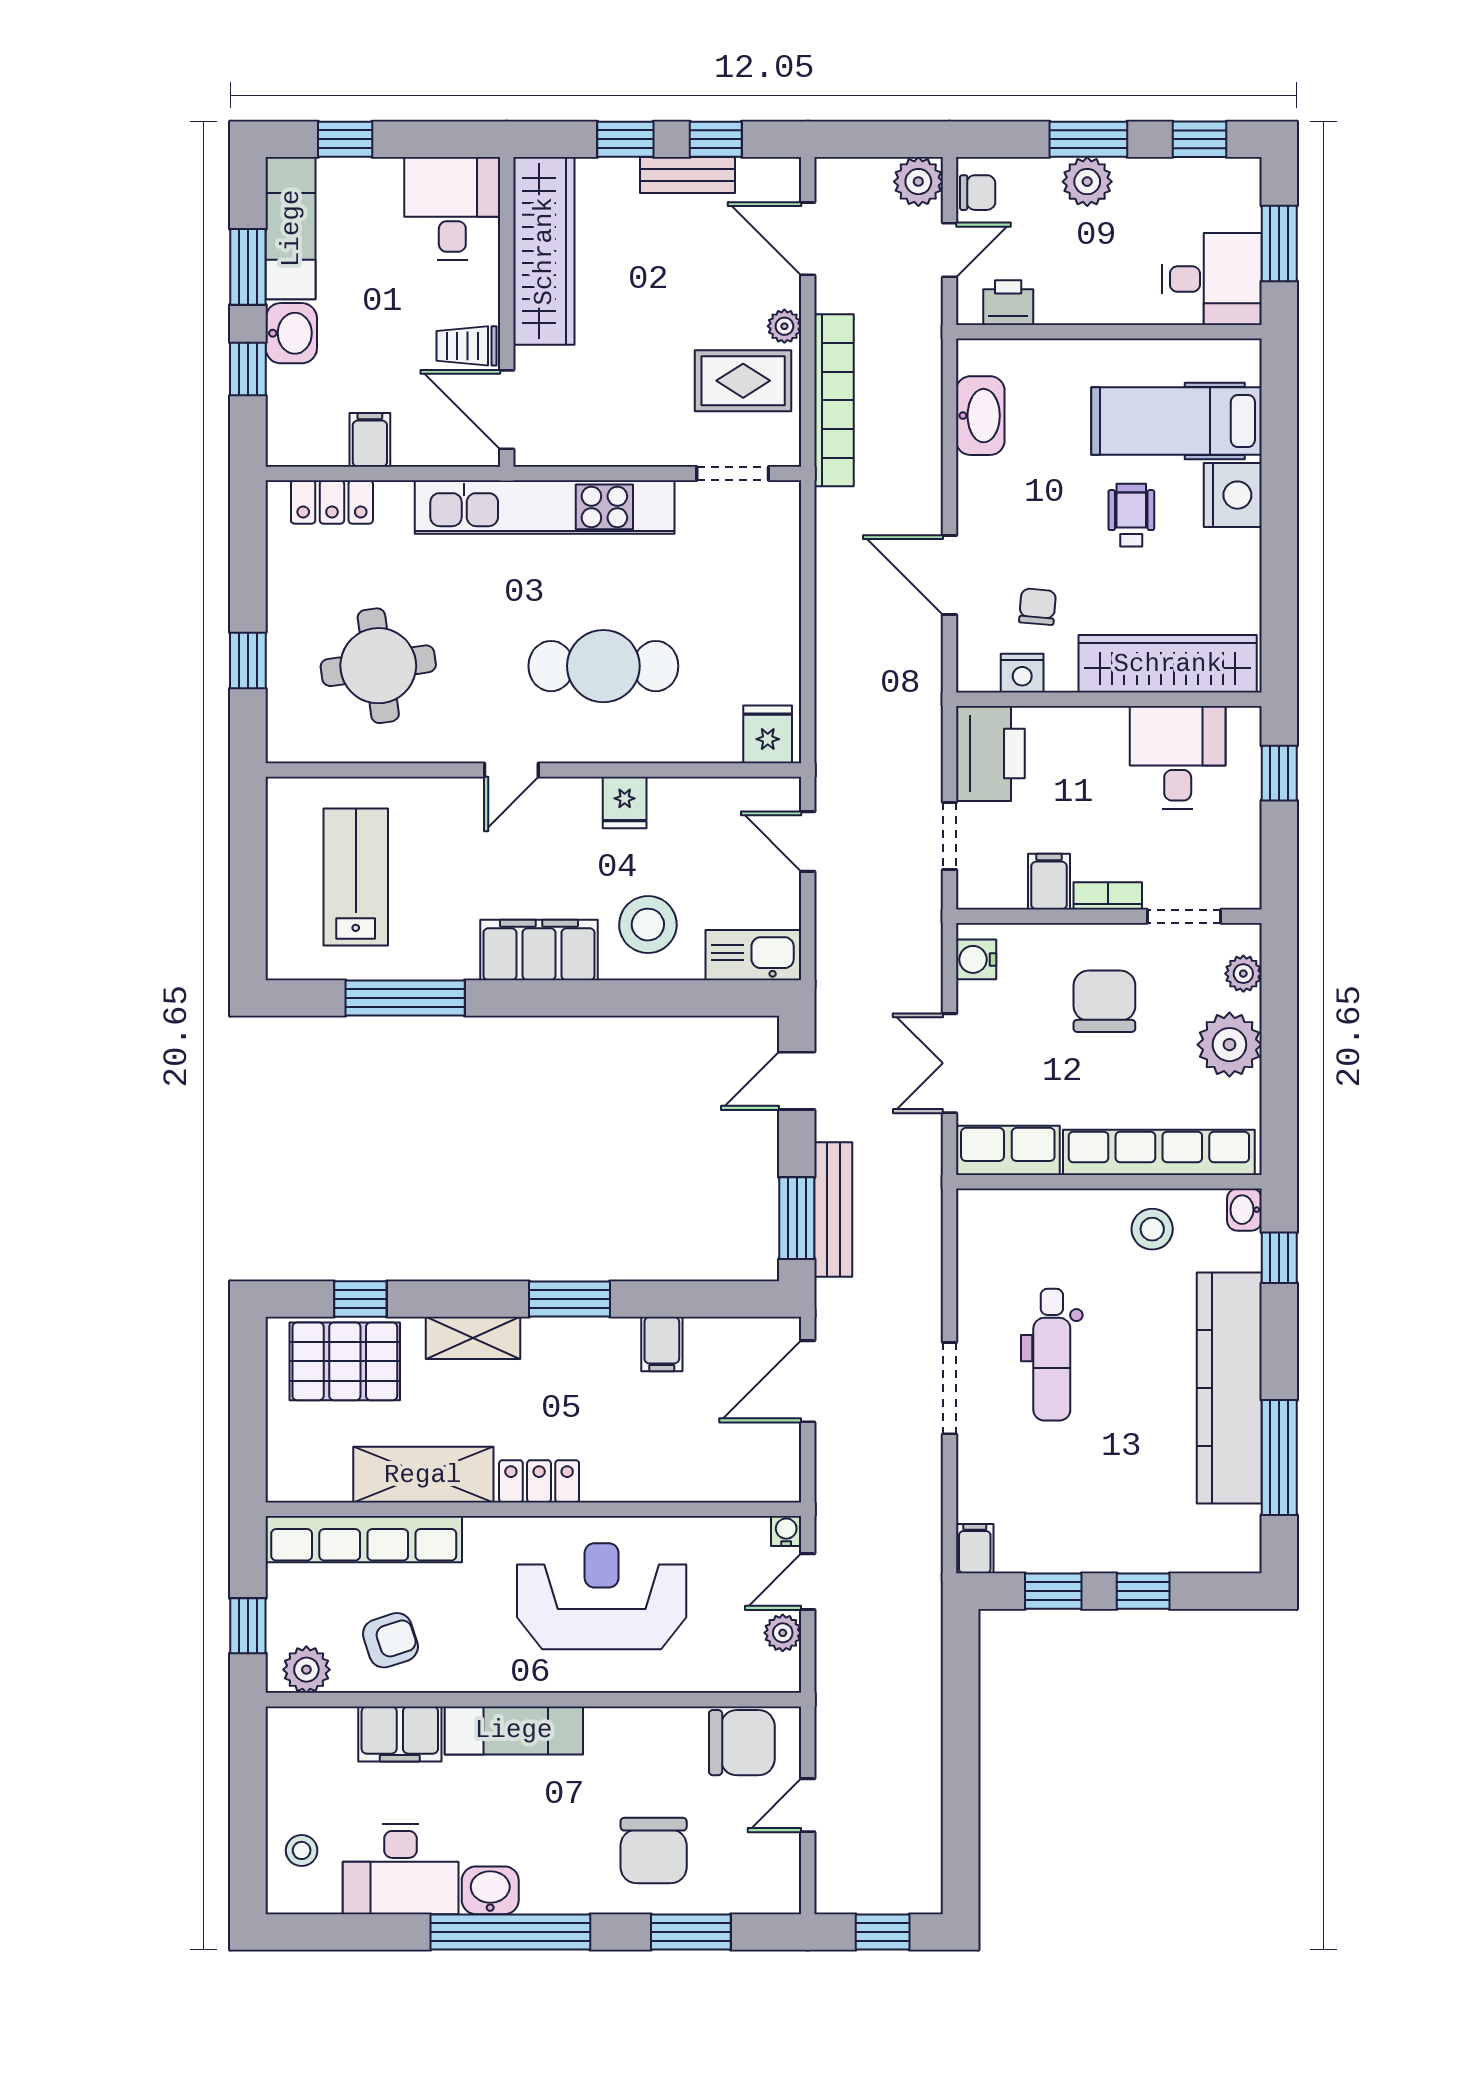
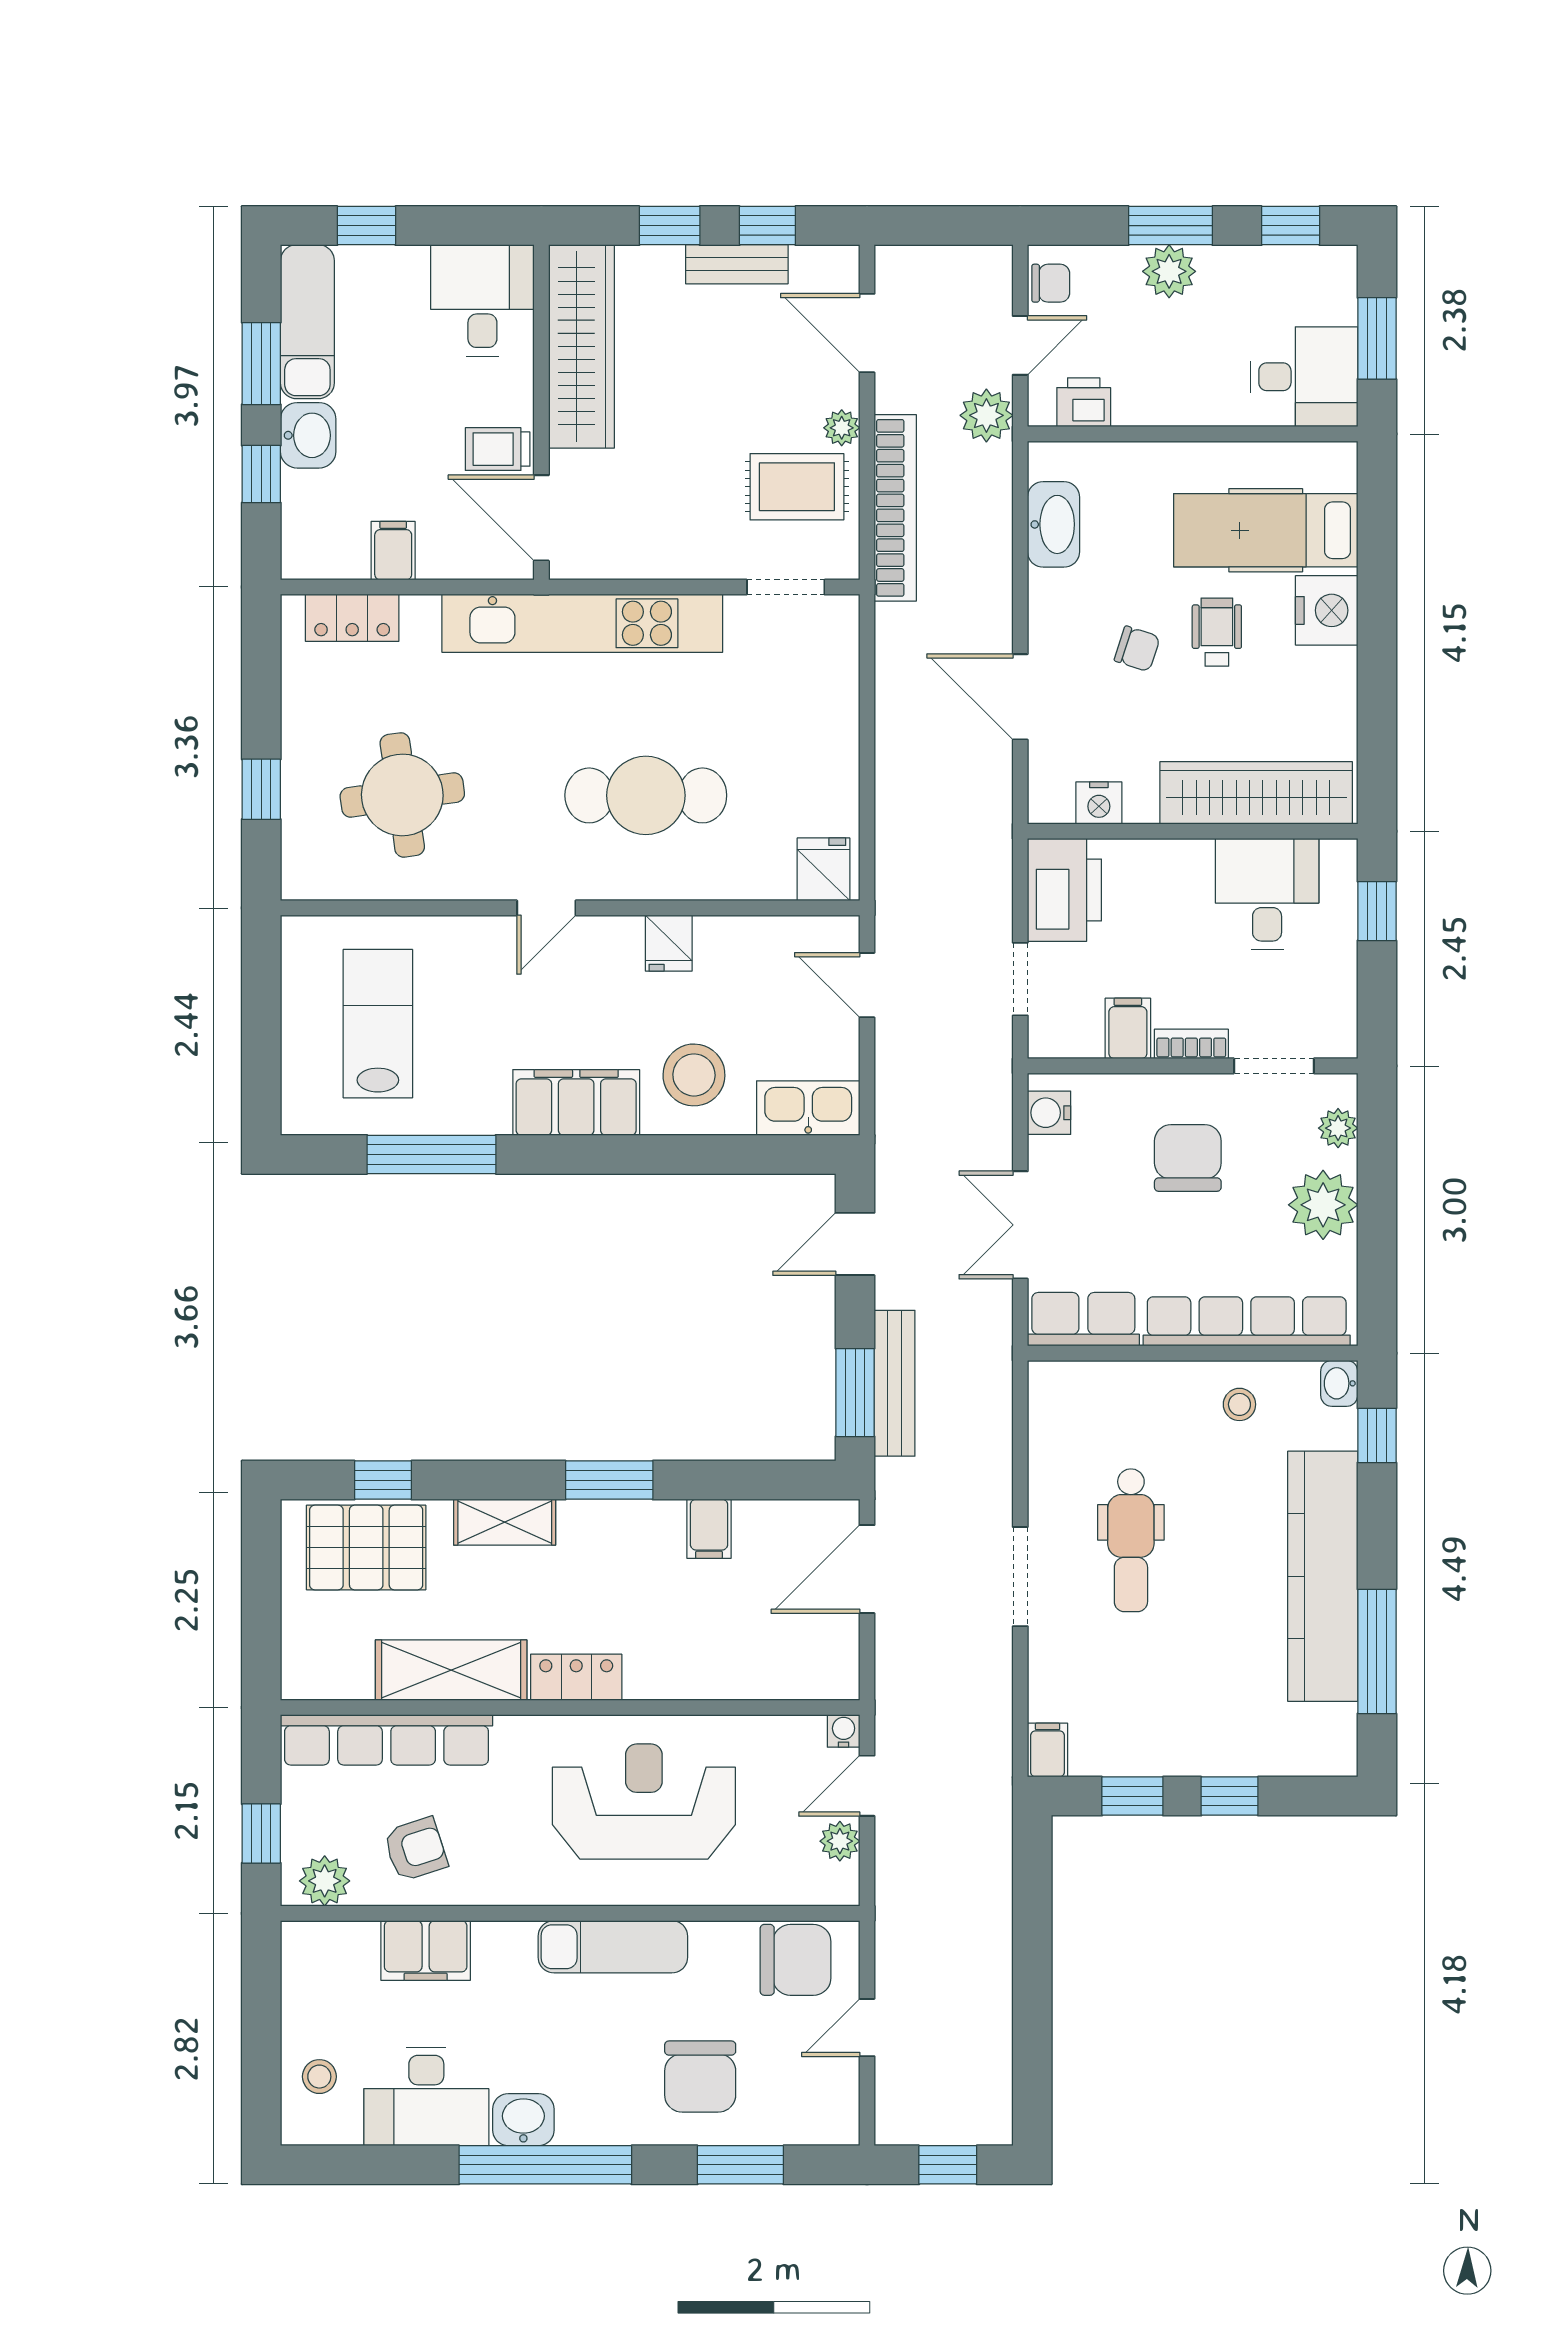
plant: (918, 182) -> (986, 415), moved
chair: (1038, 607) -> (1137, 649), moved, turned 103
stool: (1152, 1229) -> (1239, 1404), width x0.73, depth x0.73
exam couch: (514, 1730) -> (613, 1947), moved

